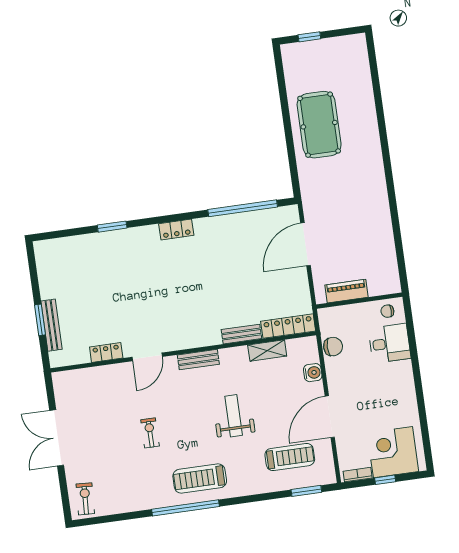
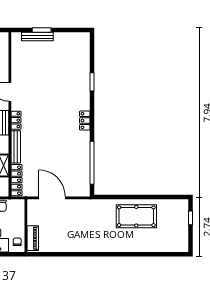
door: (306, 244) -> (52, 198), moved
piano: (346, 291) -> (33, 238), moved
bench: (241, 334) -> (16, 147), width x1.36
locker: (106, 353) -> (16, 120), moved

